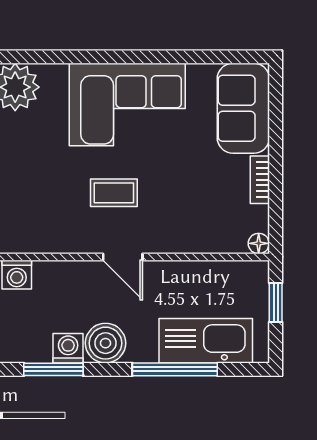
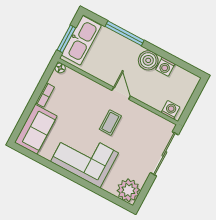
coffee table: (114, 193) -> (110, 123), turned 90
window: (276, 303) -> (66, 39), width x1.50
kitchen sink: (206, 341) -> (81, 40), moved, turned -90
window: (53, 369) -> (176, 61), removed

